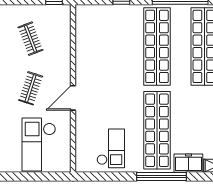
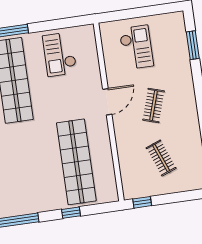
shop shelf: (157, 46) -> (76, 162), moved
checkout: (39, 145) -> (136, 47), width x0.73, depth x0.83

